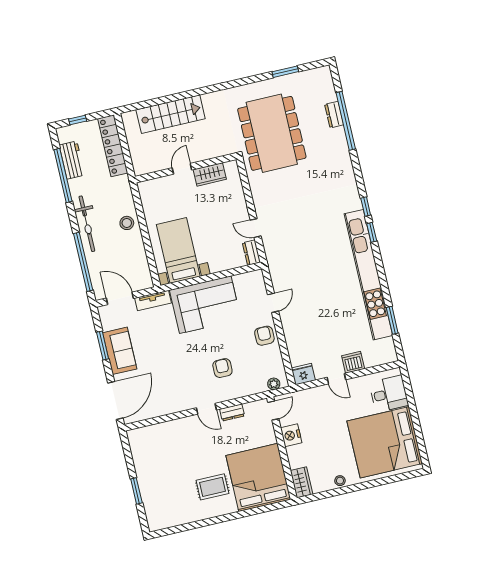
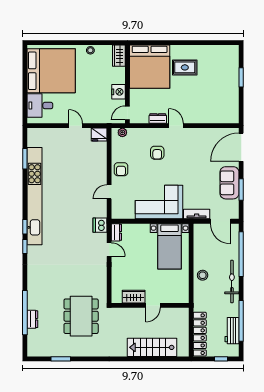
dining table: (272, 133) -> (81, 316), width x0.73, depth x0.80
dishwasher: (353, 362) -> (100, 225), moved, turned 90

